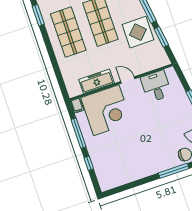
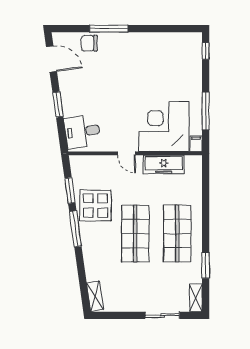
desk: (156, 86) -> (82, 132), moved, turned 82
window: (89, 163) -> (206, 51), moved

